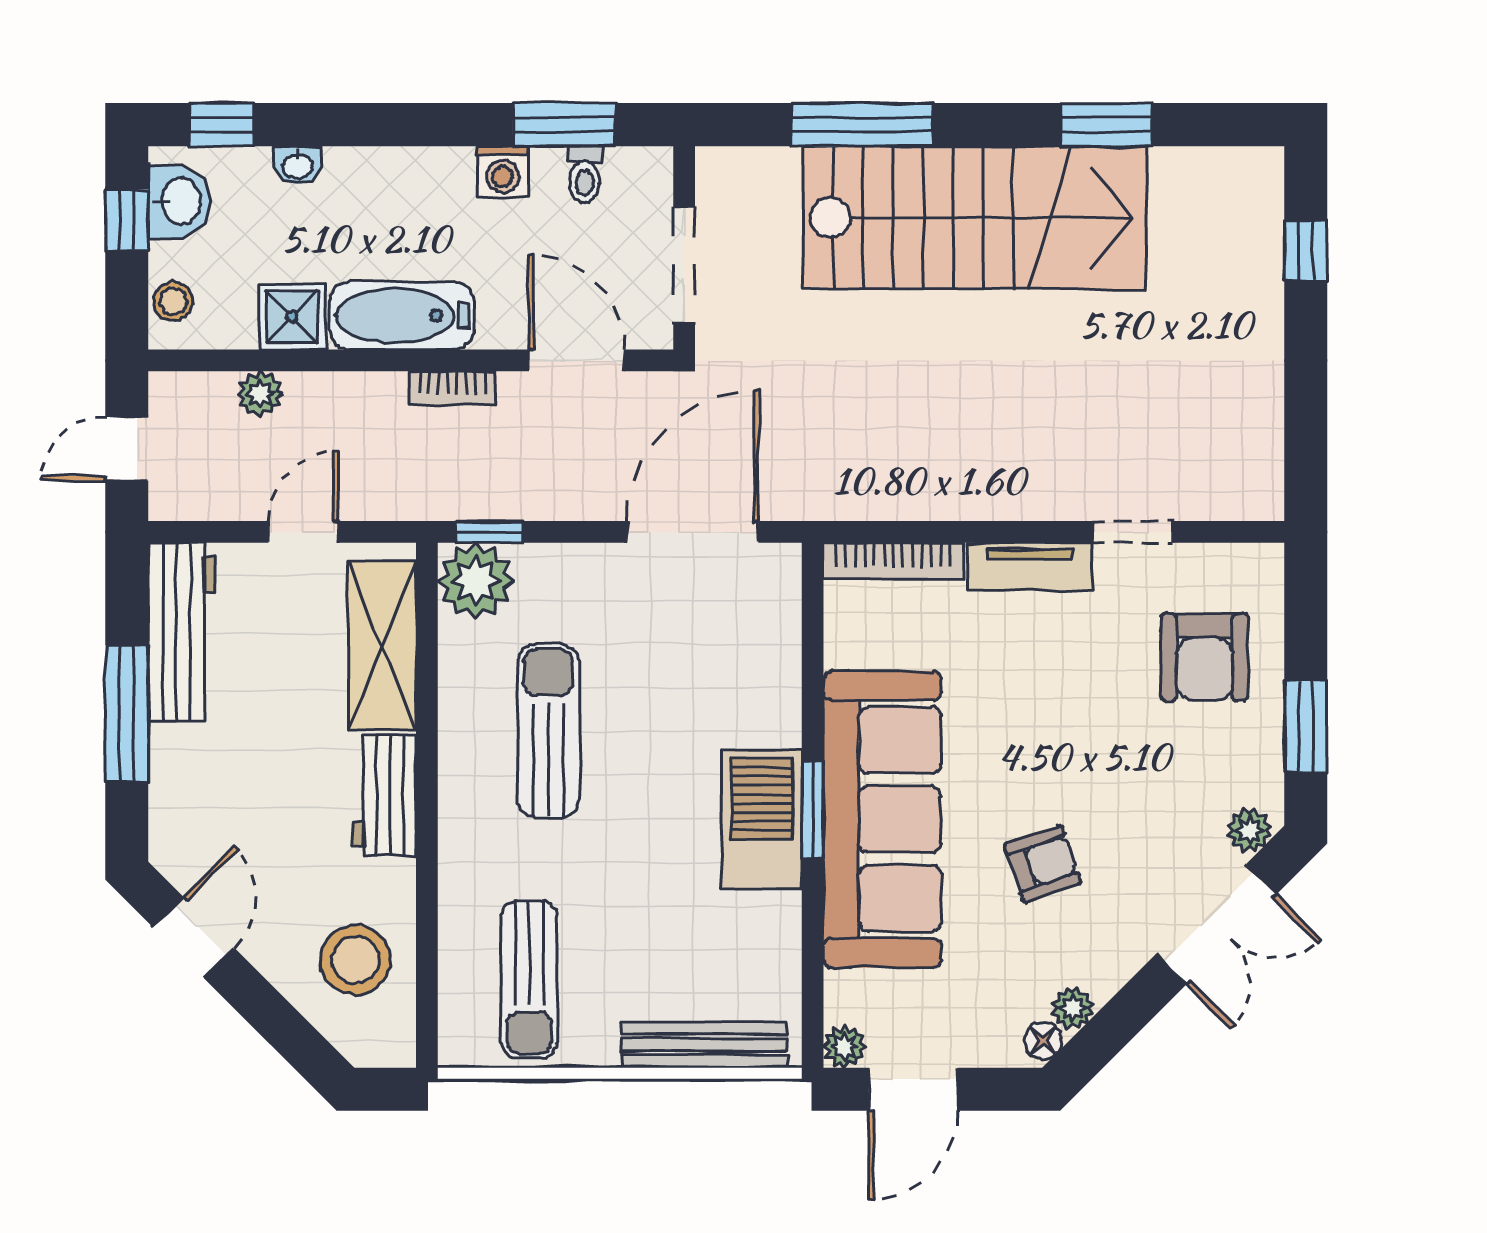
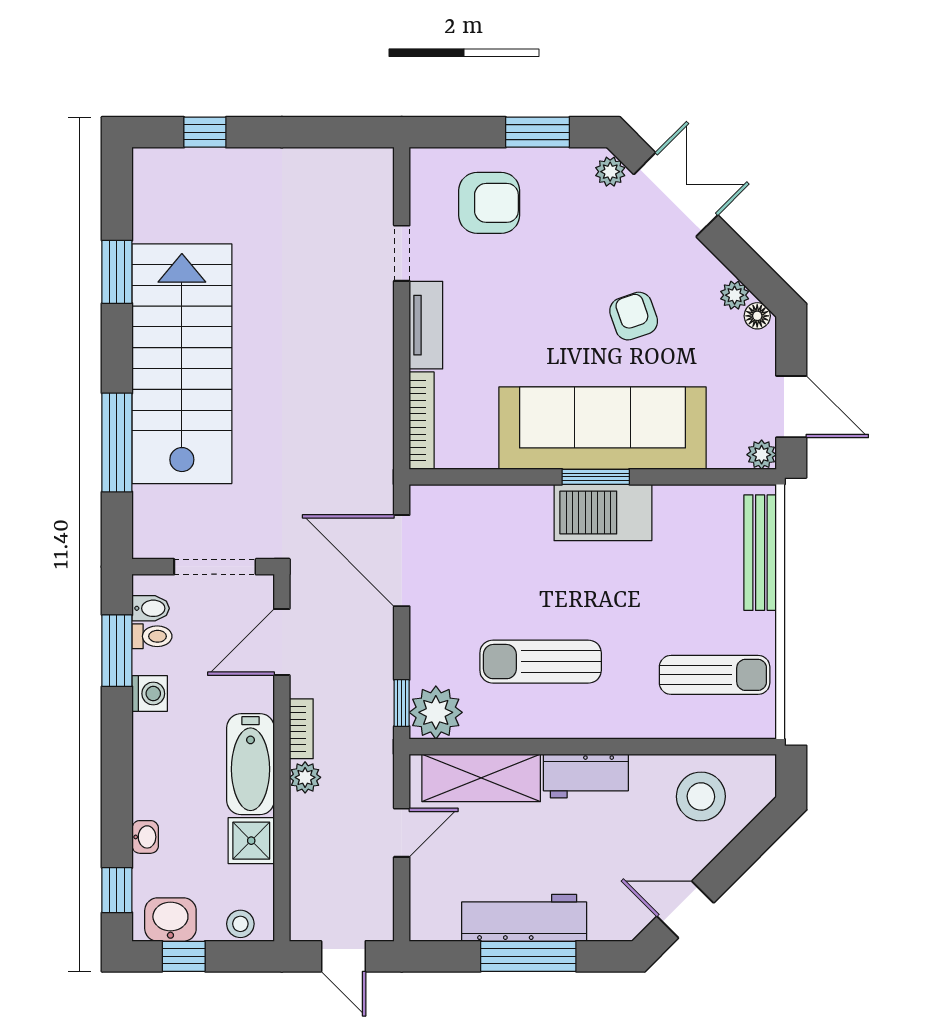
bidet: (625, 173) -> (151, 608), added
plant: (260, 394) -> (305, 777), moved
door: (304, 532) -> (402, 833), swing flipped
workbench: (182, 632) -> (524, 918), moved

